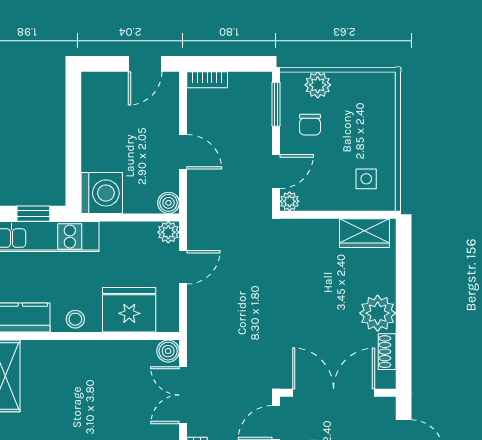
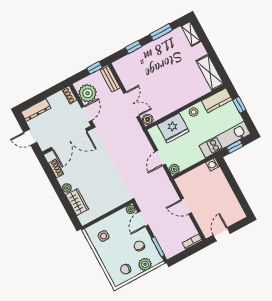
chair: (358, 95) -> (126, 269), added
washing machine: (102, 193) -> (213, 164), width x0.53, depth x0.53
boiler: (169, 203) -> (181, 182), removed
wardrobe: (364, 233) -> (77, 202), moved, turned 90
plant: (378, 313) -> (67, 188), width x0.53, depth x0.53

